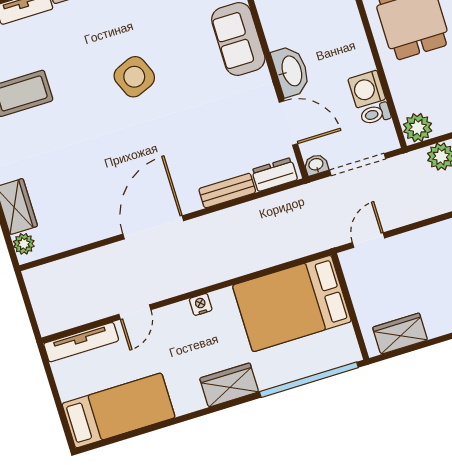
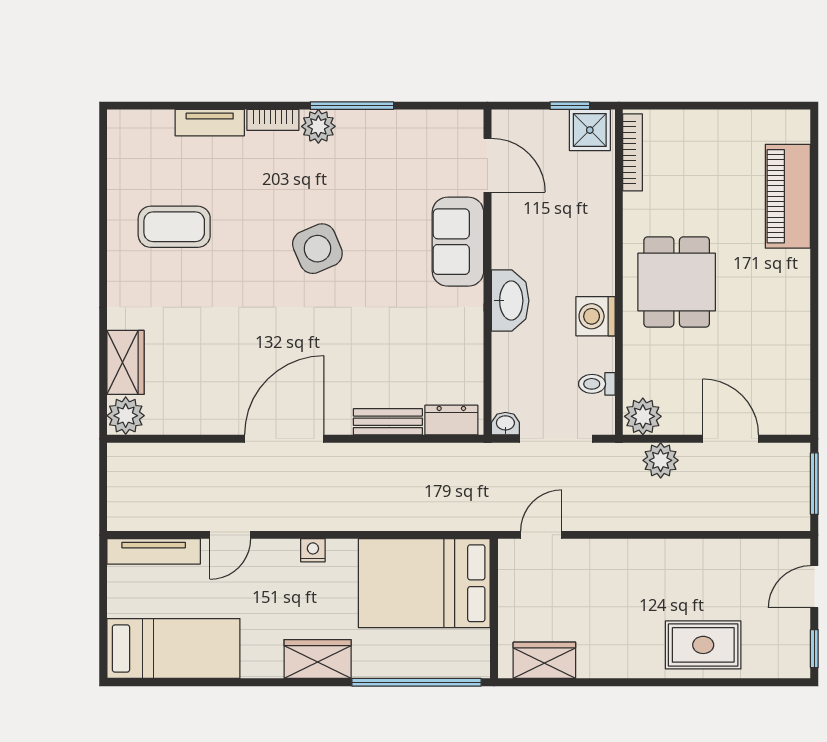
washing machine: (367, 89) -> (595, 316), moved
door: (288, 123) -> (488, 362), removed
plant: (24, 244) -> (126, 416), width x1.38, depth x1.38

